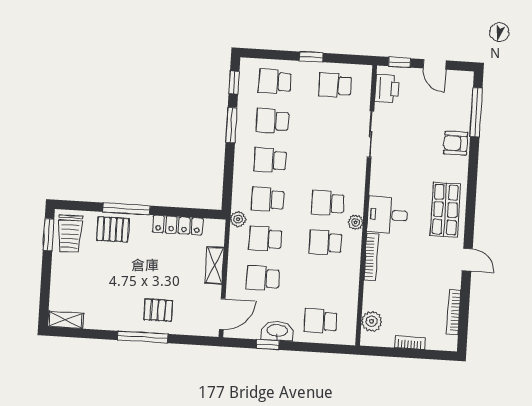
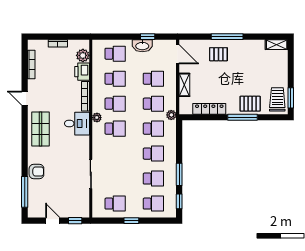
printer: (387, 88) -> (82, 72), moved
school desk: (323, 282) -> (115, 79), added
door: (222, 314) -> (178, 54), swing flipped

